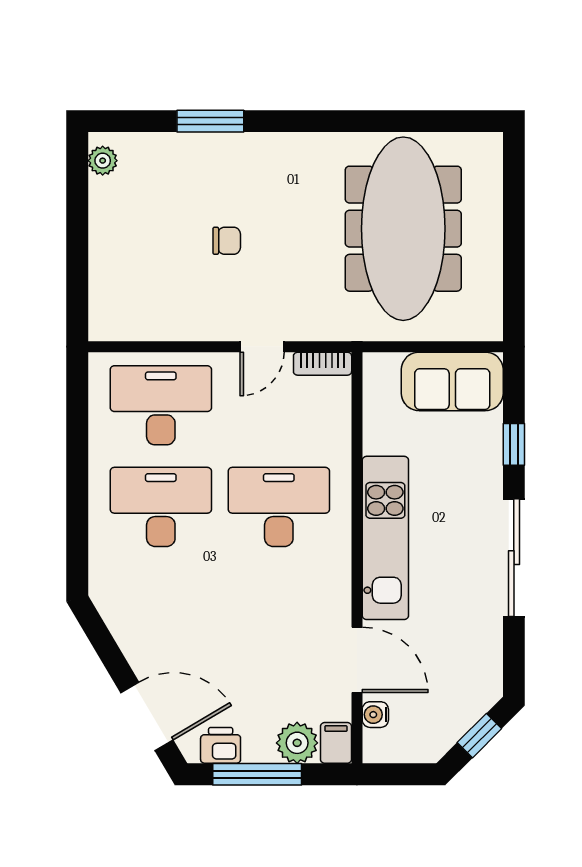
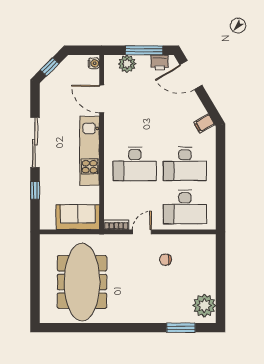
window: (210, 121) -> (181, 328), moved
plant: (103, 161) -> (204, 306), width x1.87, depth x1.87
chair: (227, 241) -> (165, 260), moved
sofa: (452, 381) -> (78, 217), moved
water cooler: (375, 715) -> (94, 63), moved
filing cabinet: (336, 743) -> (204, 124), moved, turned 59

